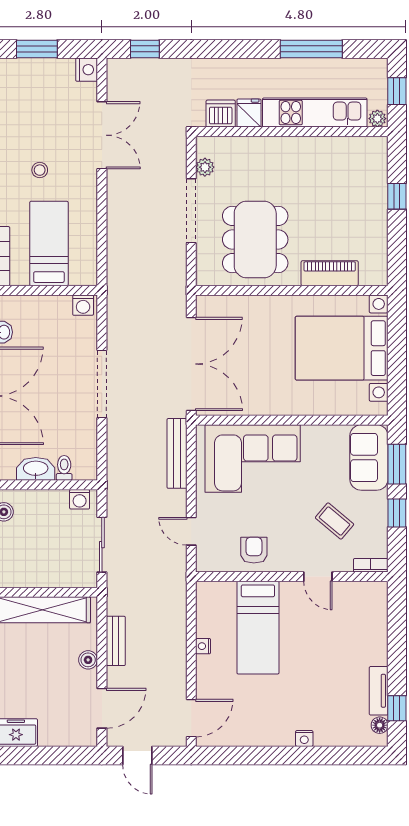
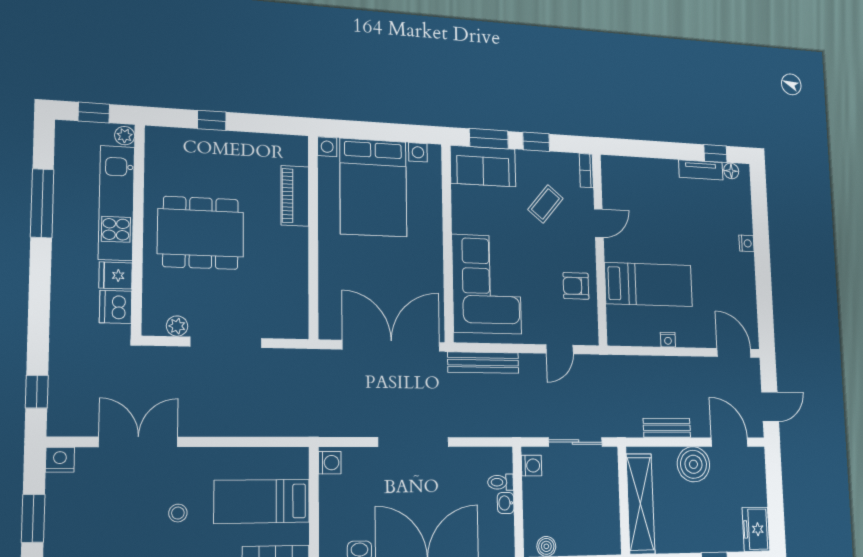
dining table: (255, 240) -> (201, 233), moved
washbasin: (36, 469) -> (506, 503), width x0.52, depth x0.69
boiler: (88, 660) -> (693, 464), width x1.86, depth x1.86

